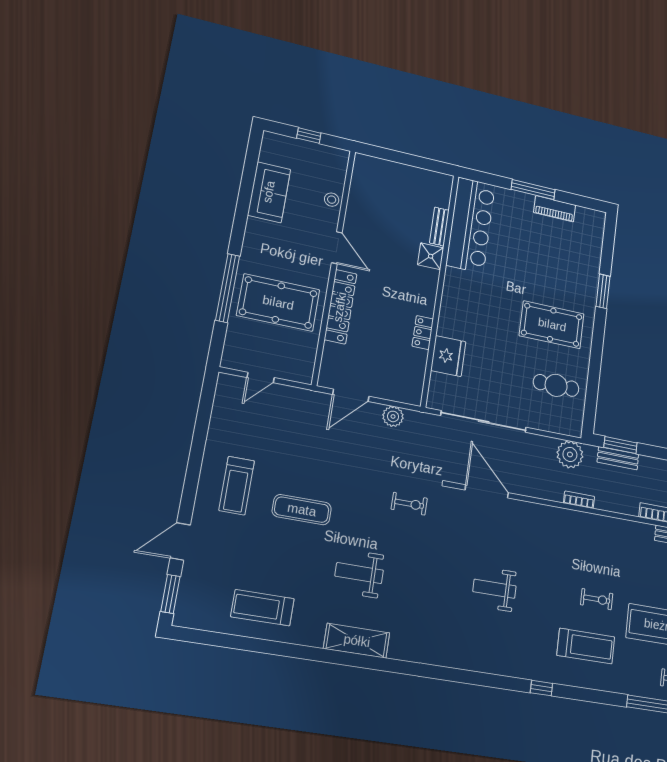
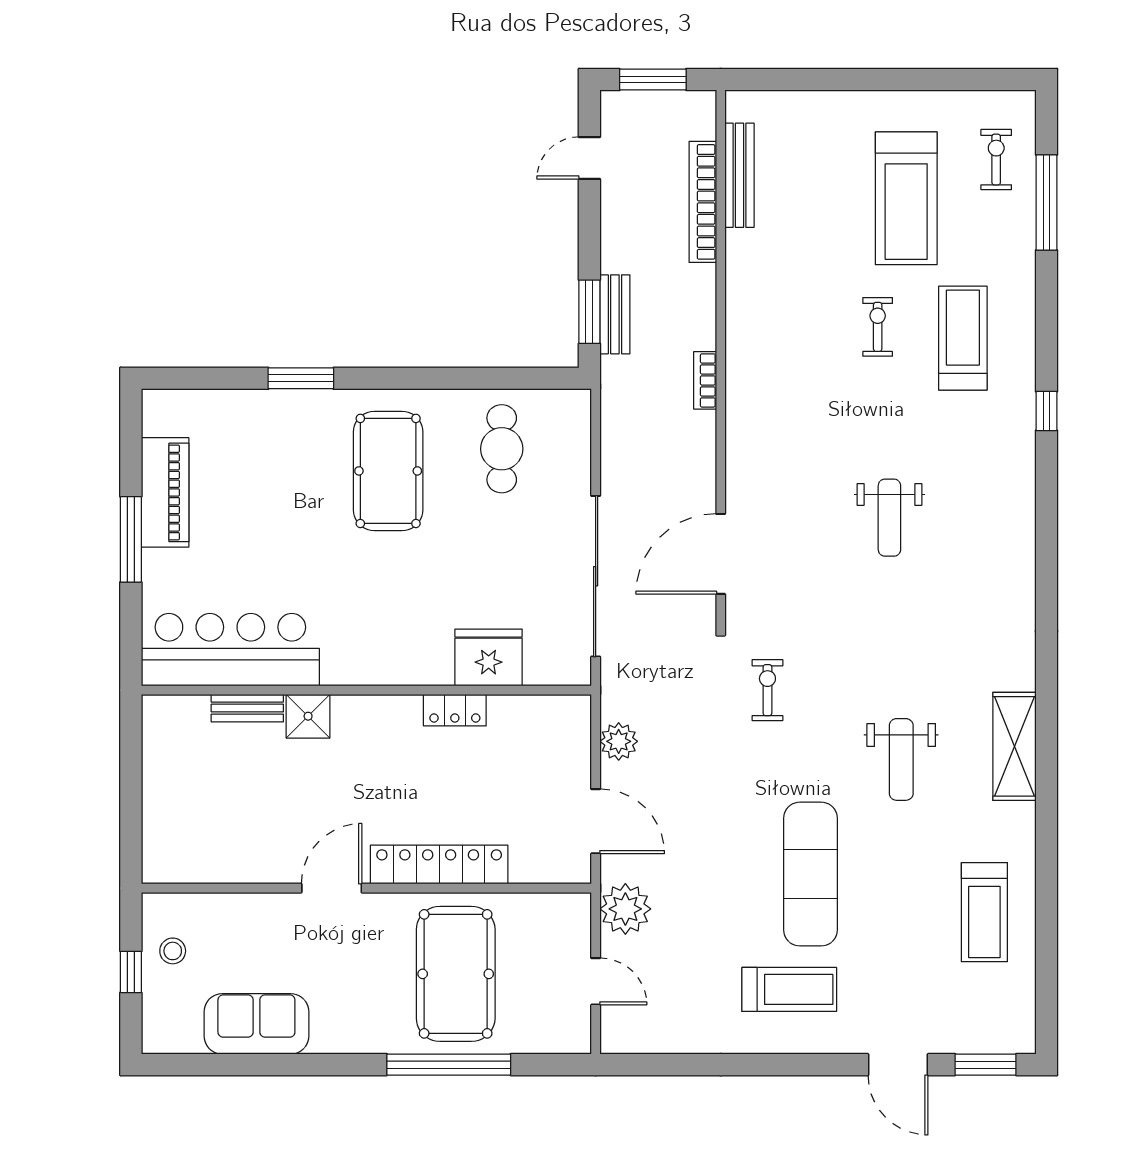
stool: (332, 200) -> (173, 951), moved
piano: (555, 209) -> (165, 492), width x1.37, depth x1.33
plant: (570, 454) -> (625, 909), moved
exercise mat: (302, 510) -> (811, 874), width x1.36, depth x1.45

